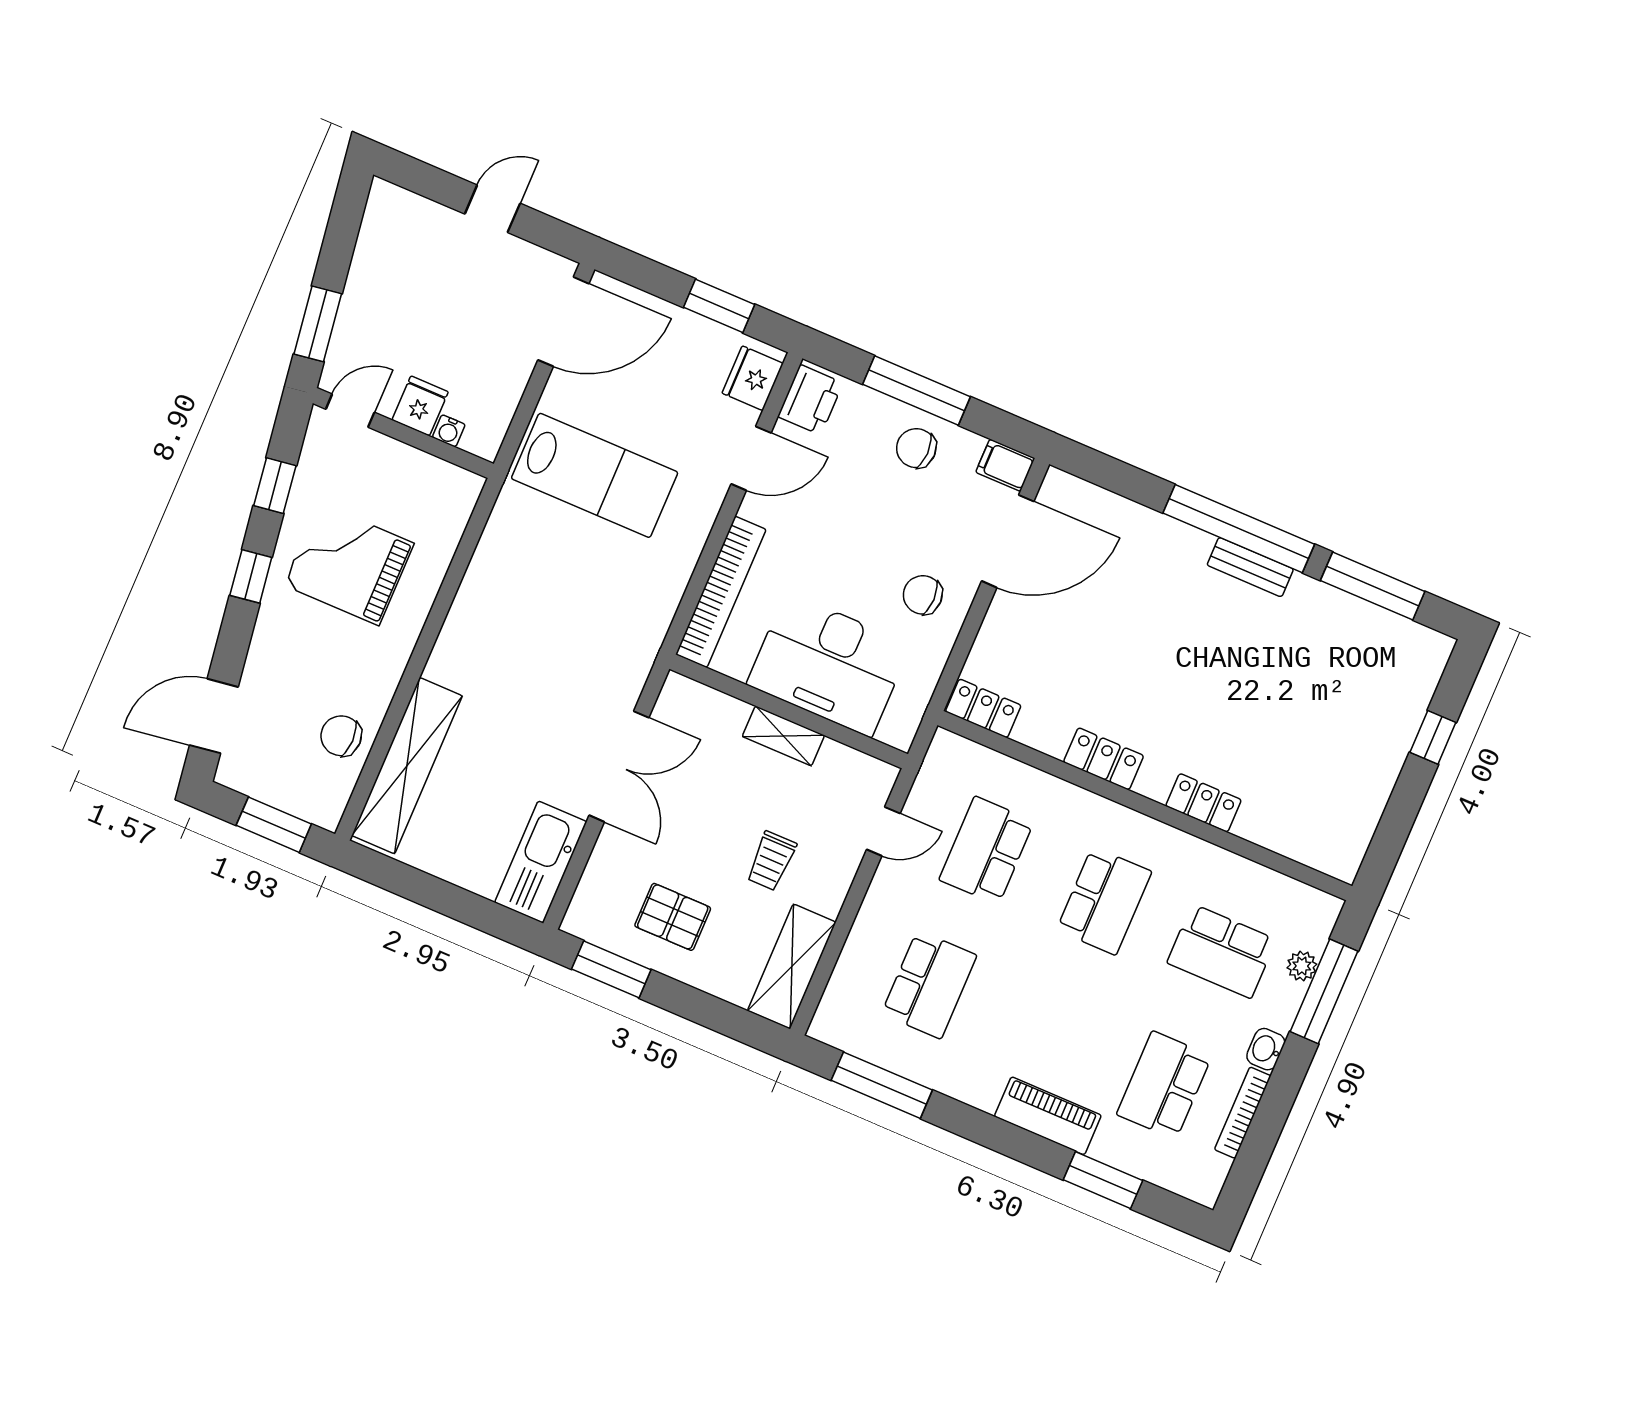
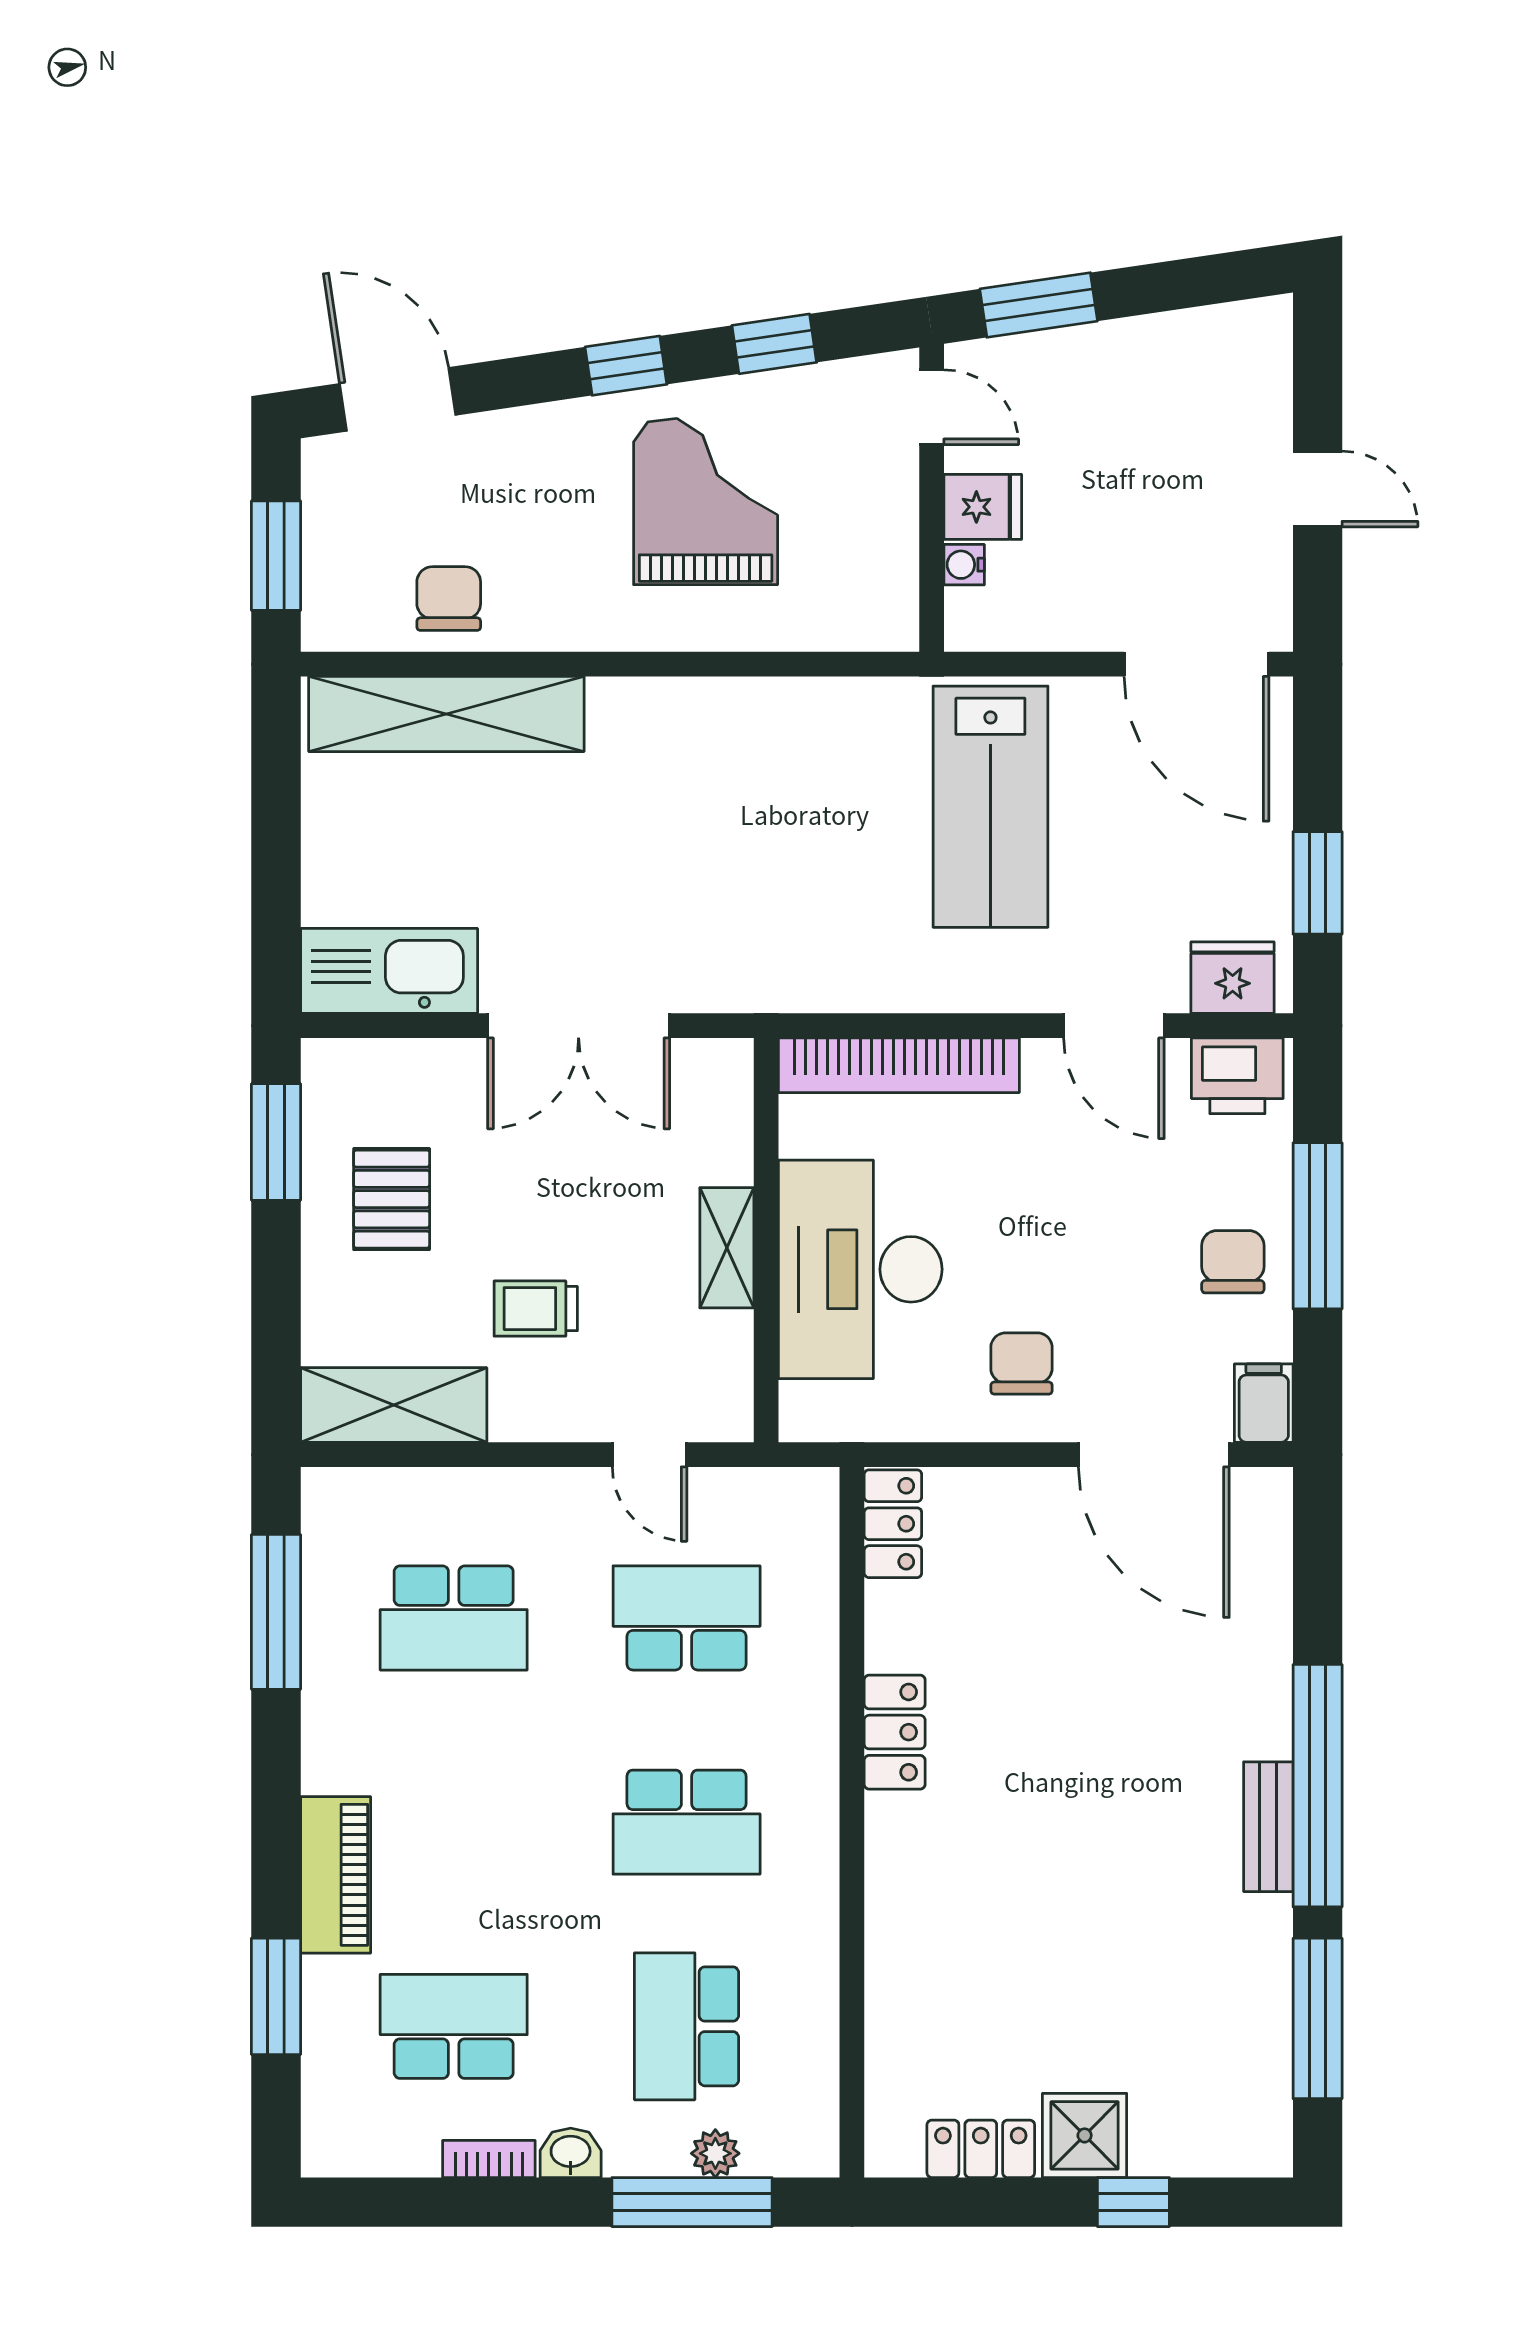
shower: (1383, 749) -> (1085, 2135), added
locker: (1203, 803) -> (981, 2149), moved, turned -90
bookcase: (1243, 1113) -> (489, 2159), width x0.64

